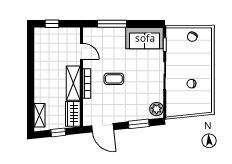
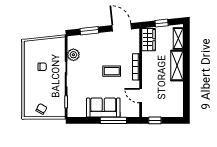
window: (52, 24) -> (155, 120), moved
sofa: (145, 38) -> (103, 108), moved
shelving: (73, 83) -> (177, 65), moved
plant: (157, 109) -> (73, 55), moved

